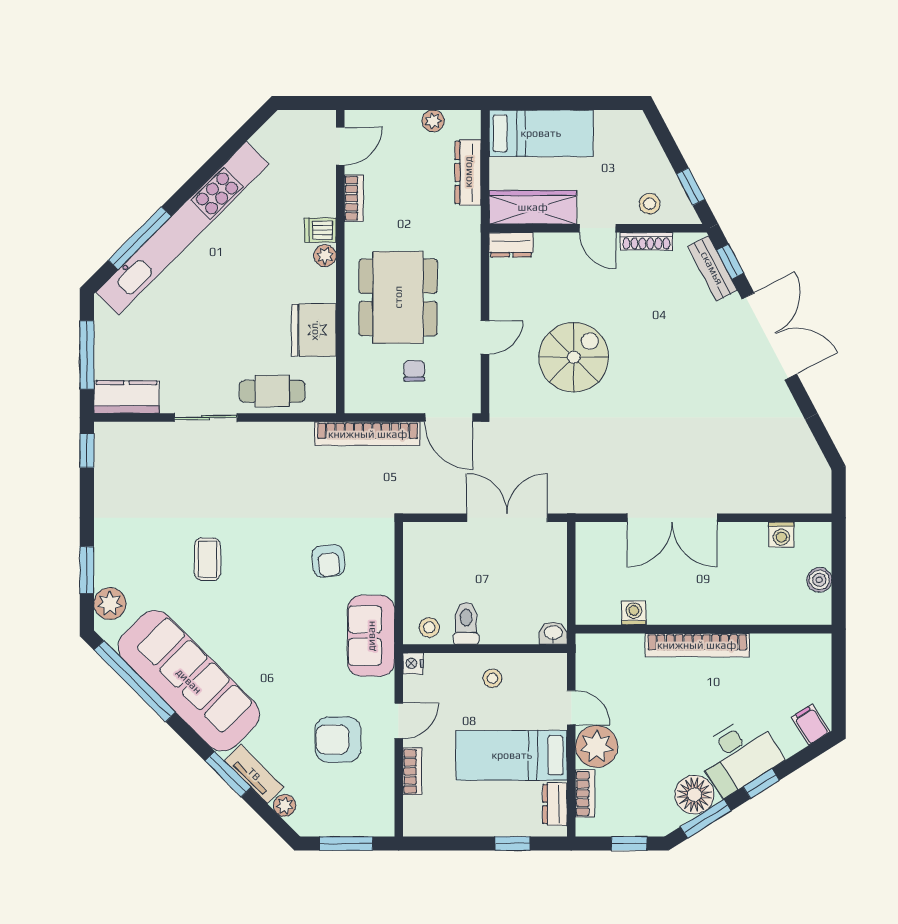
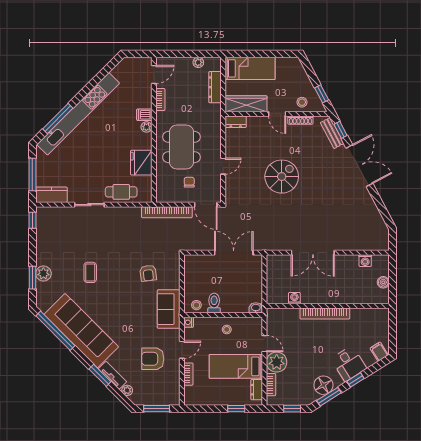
spiral stairs: (574, 357) -> (282, 177), moved
plant: (110, 604) -> (43, 274), moved
desk: (739, 755) -> (349, 364), width x0.73

